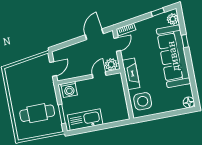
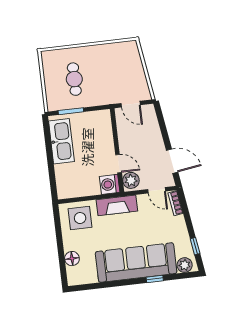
washing machine: (69, 89) -> (110, 184), moved
floor lamp: (189, 102) -> (72, 259), moved
cafe table: (37, 113) -> (74, 79), width x0.73, depth x0.74

